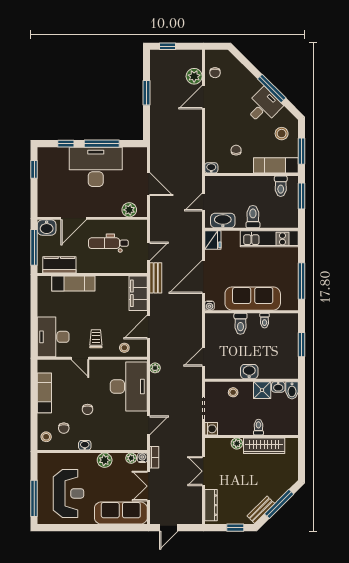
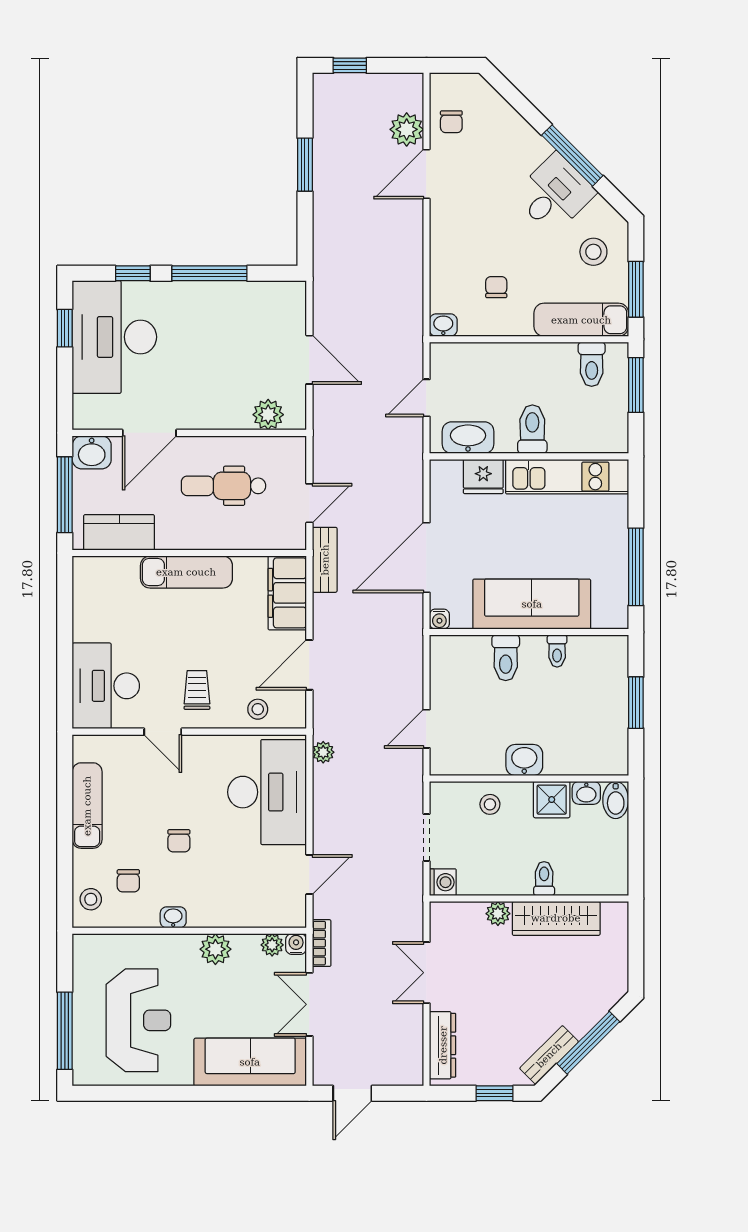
desk: (96, 167) -> (114, 337), moved, turned -90
fridge: (213, 240) -> (483, 476), moved, turned 90
exam couch: (73, 284) -> (186, 572), moved

